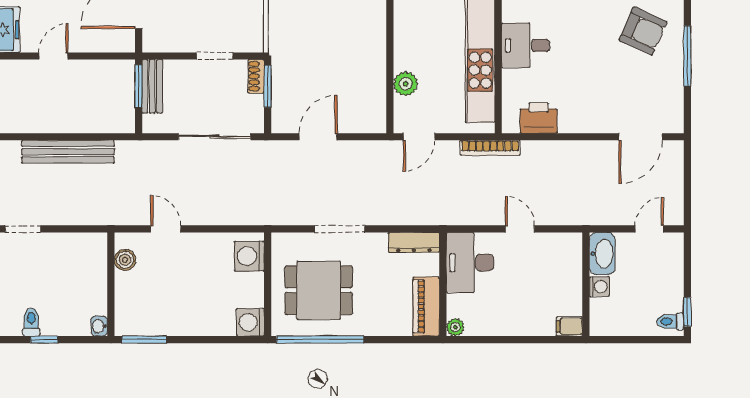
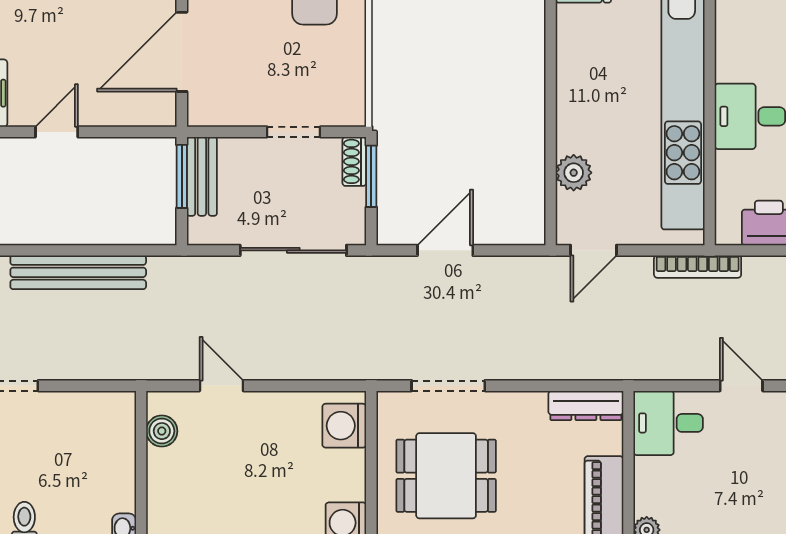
doorway: (340, 229) -> (448, 386), moved
desk: (470, 262) -> (668, 423), width x0.73

